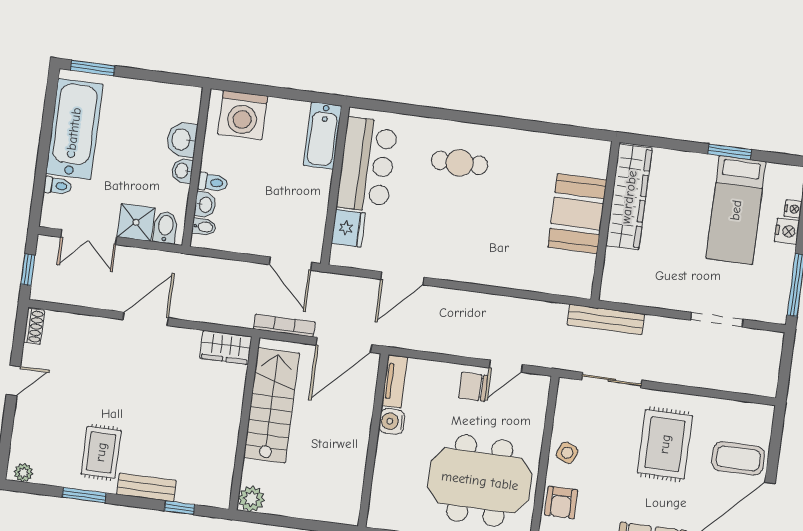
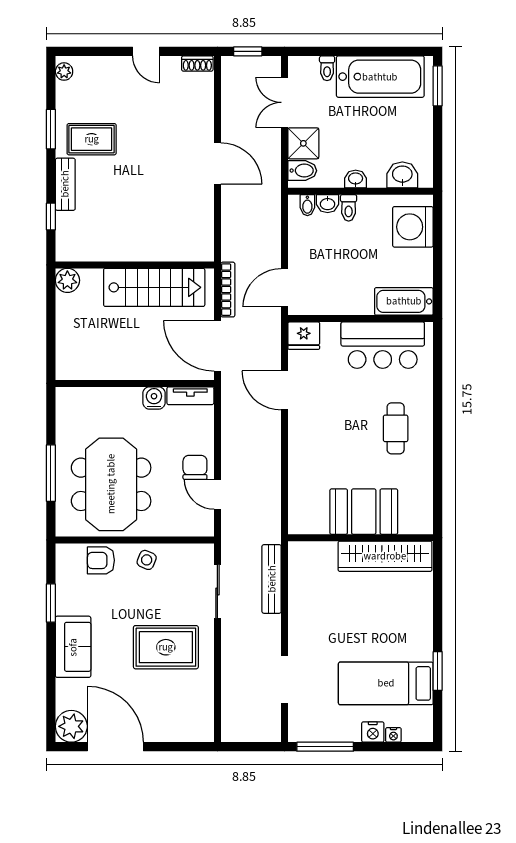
washbasin: (182, 140) -> (402, 175), moved
wardrobe: (629, 197) -> (385, 556), moved
booth: (577, 214) -> (364, 512), moved
wall: (605, 221) -> (361, 538), moved
fridge: (348, 228) -> (304, 336), moved
wardrobe: (226, 347) -> (201, 239), removed
coffee table: (738, 458) -> (162, 715), removed

